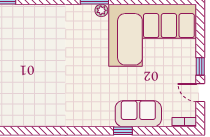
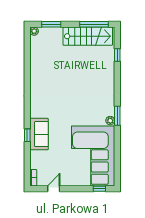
window: (200, 66) -> (99, 189), moved
sofa: (138, 114) -> (39, 134), moved

